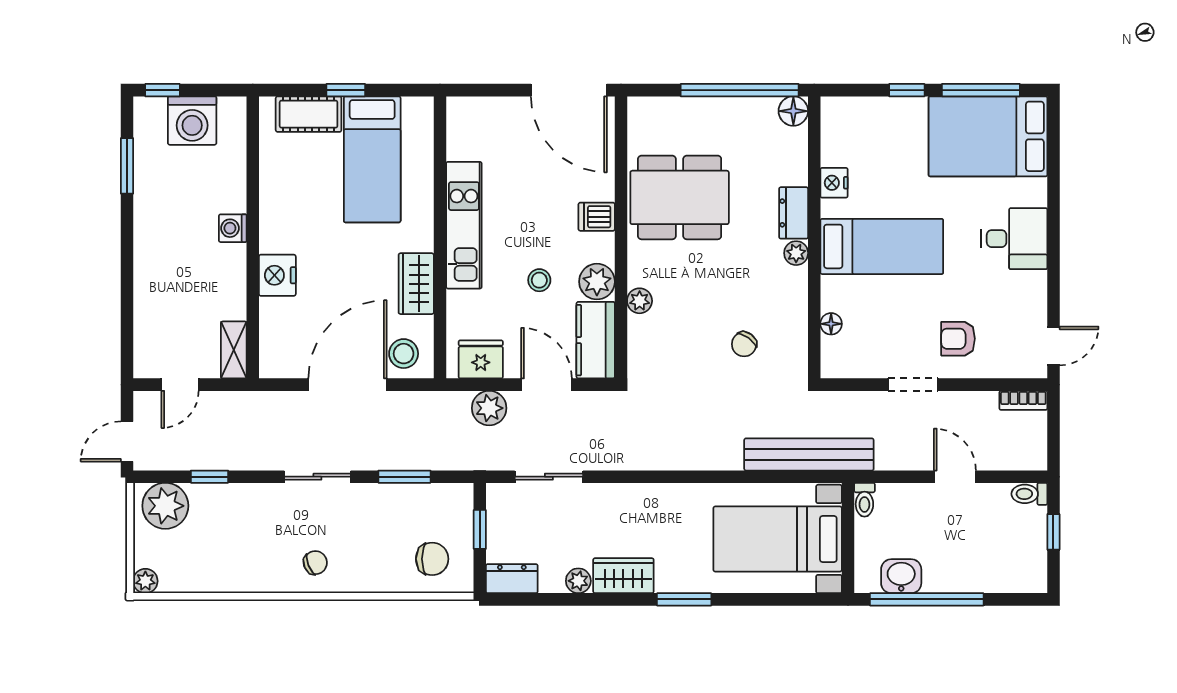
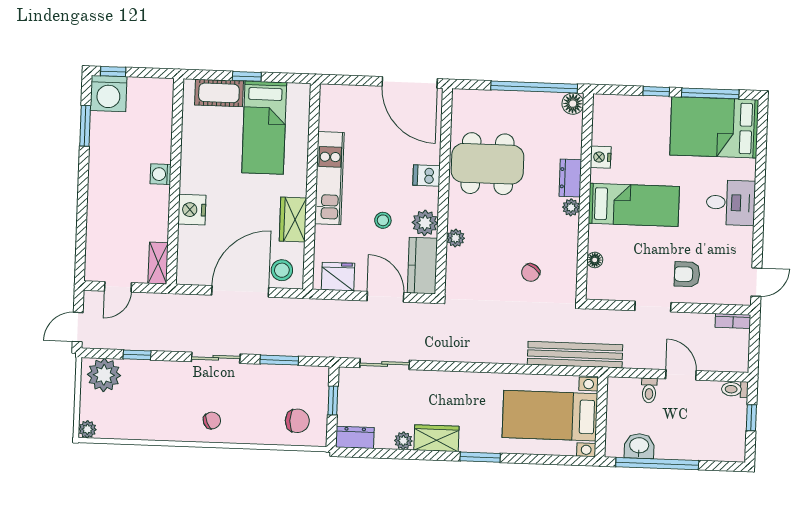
washing machine: (192, 121) -> (108, 94), moved
plant: (489, 408) -> (343, 312), removed
toilet: (864, 500) -> (649, 390), moved

